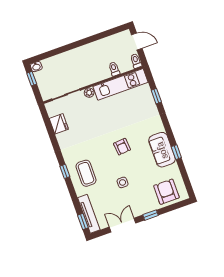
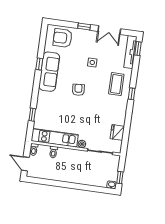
sofa: (162, 150) -> (49, 72), width x1.36
armchair: (166, 192) -> (63, 38), turned 90

